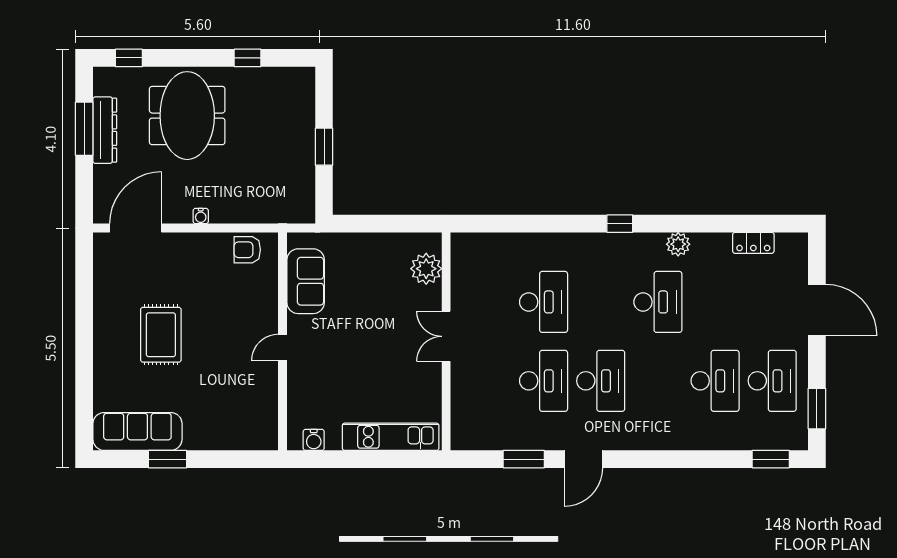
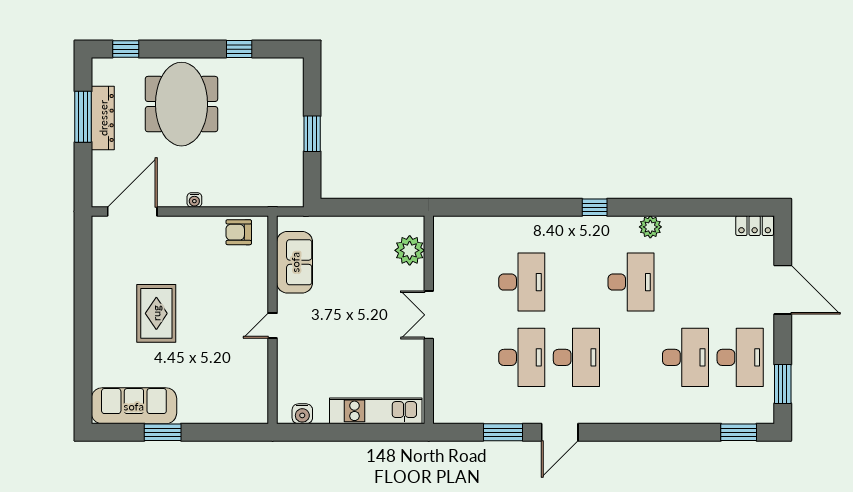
locker: (753, 243) -> (755, 226), moved

